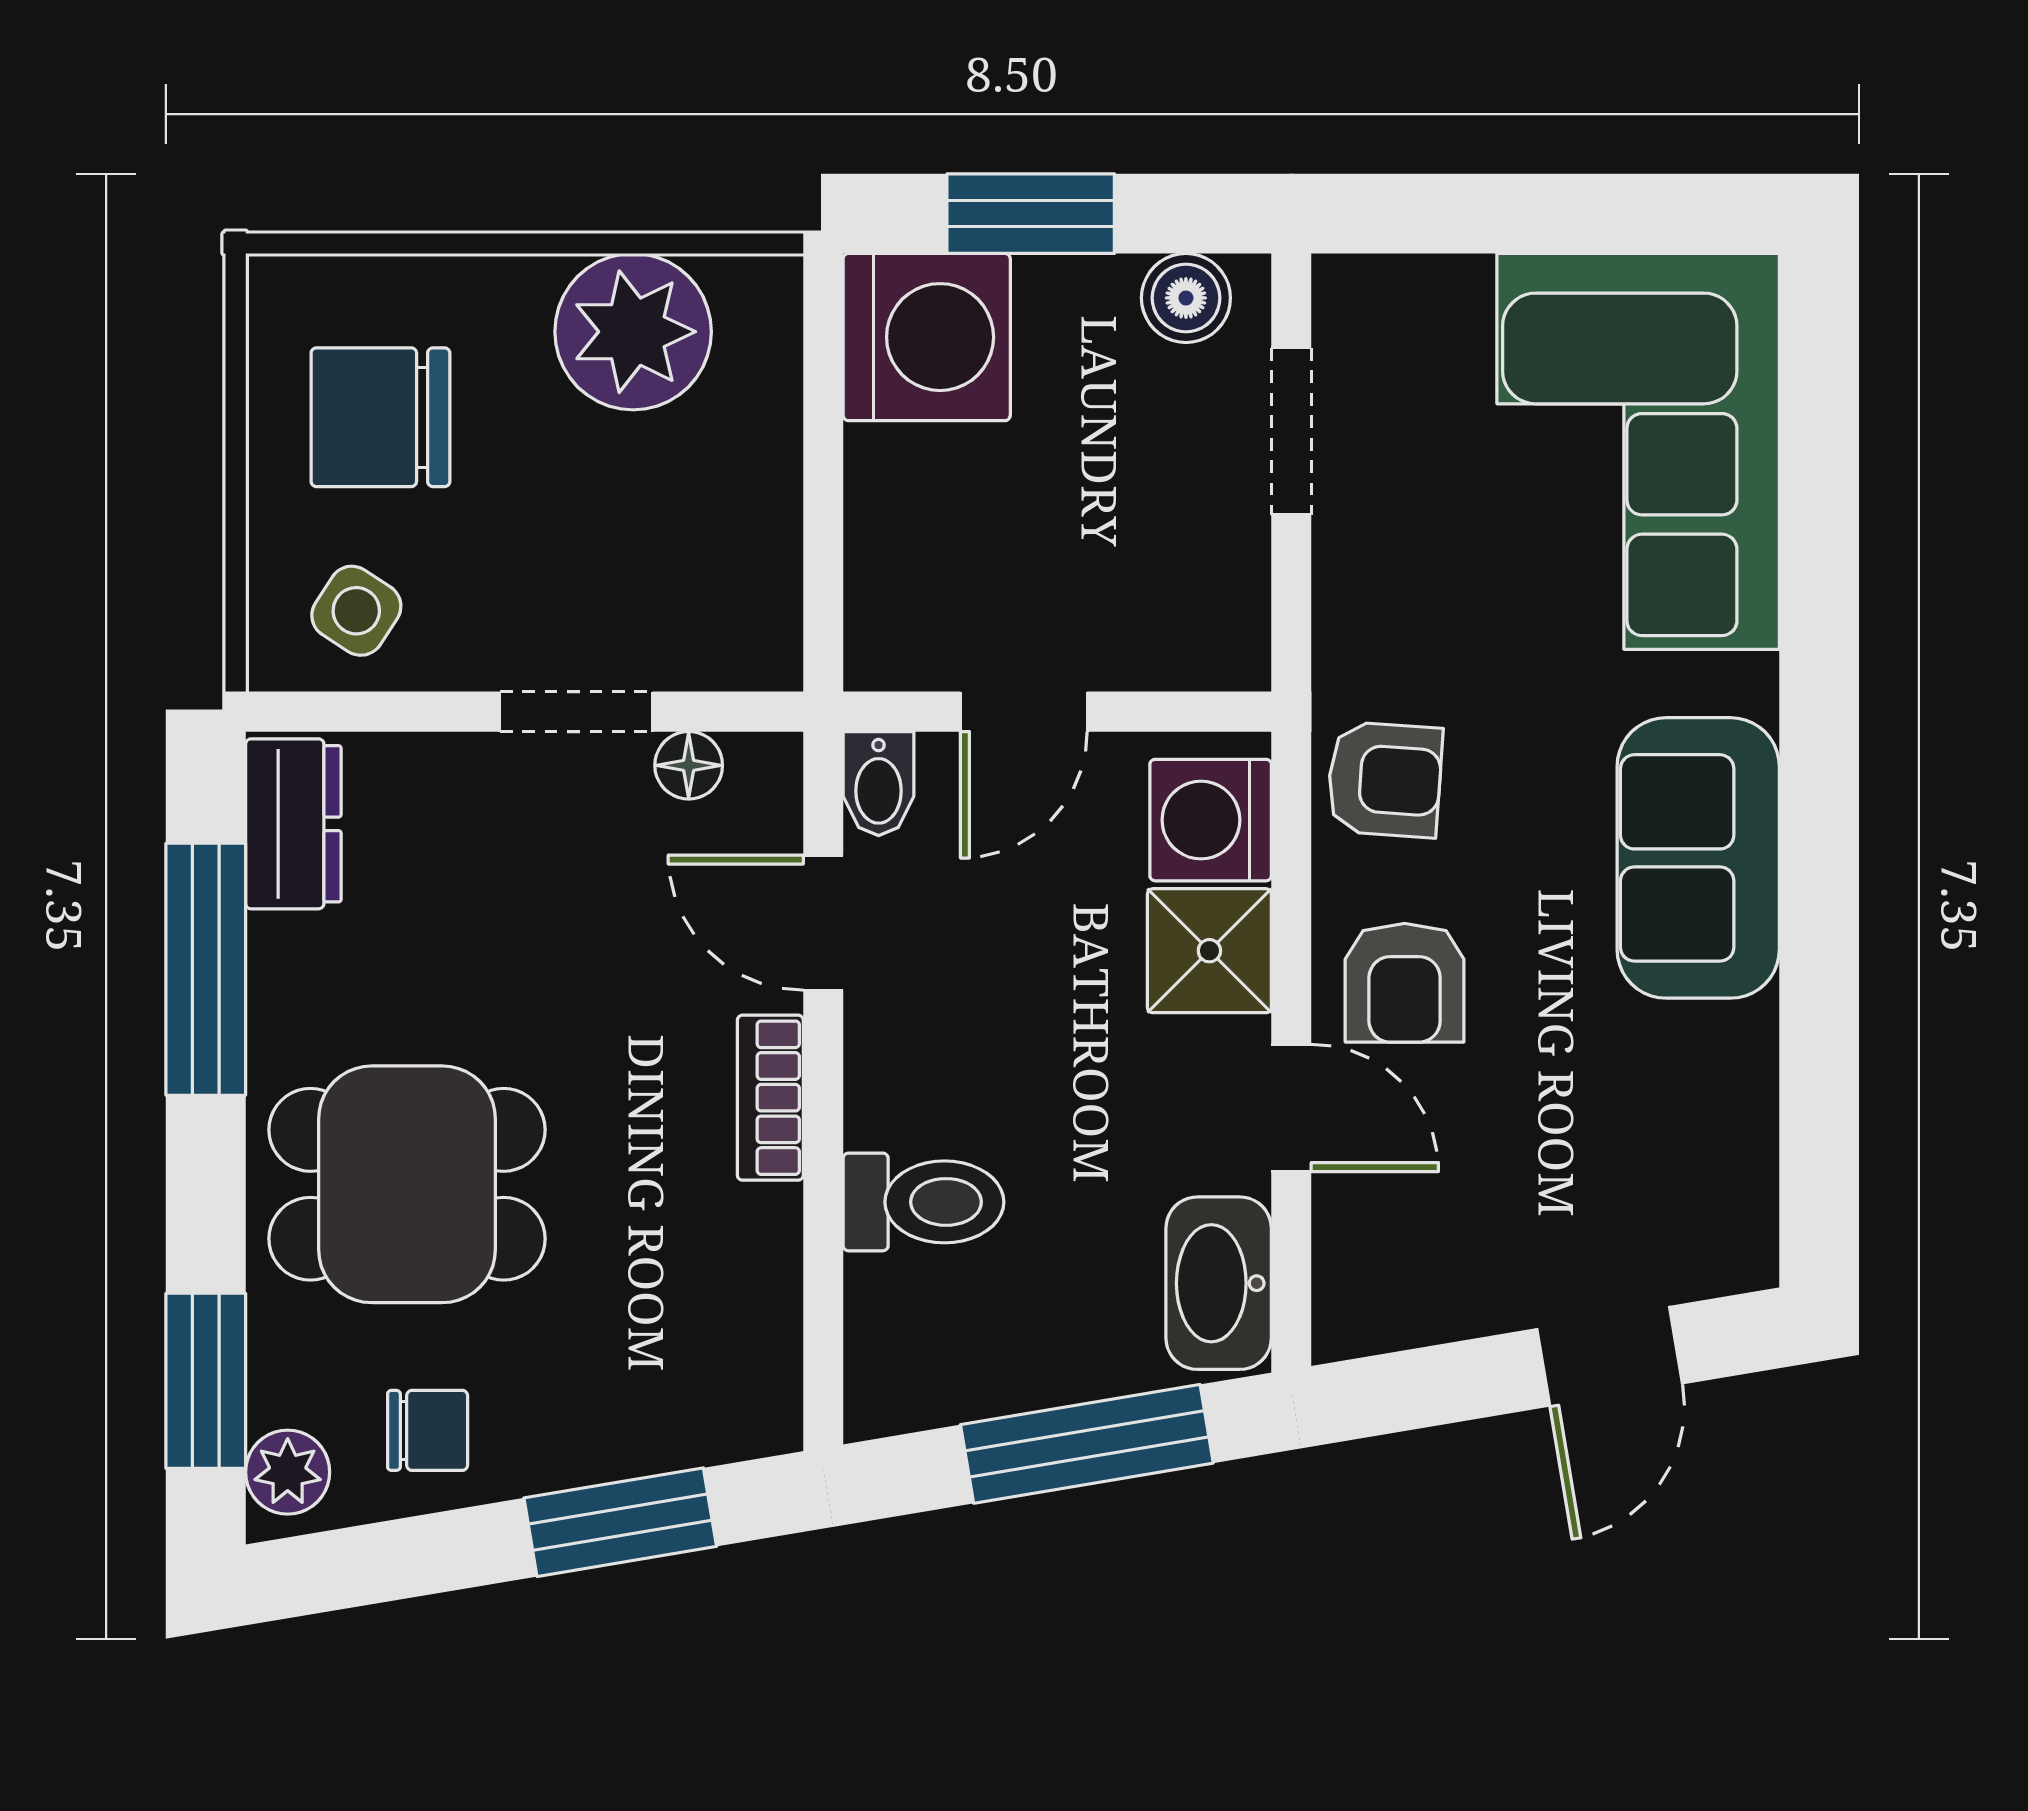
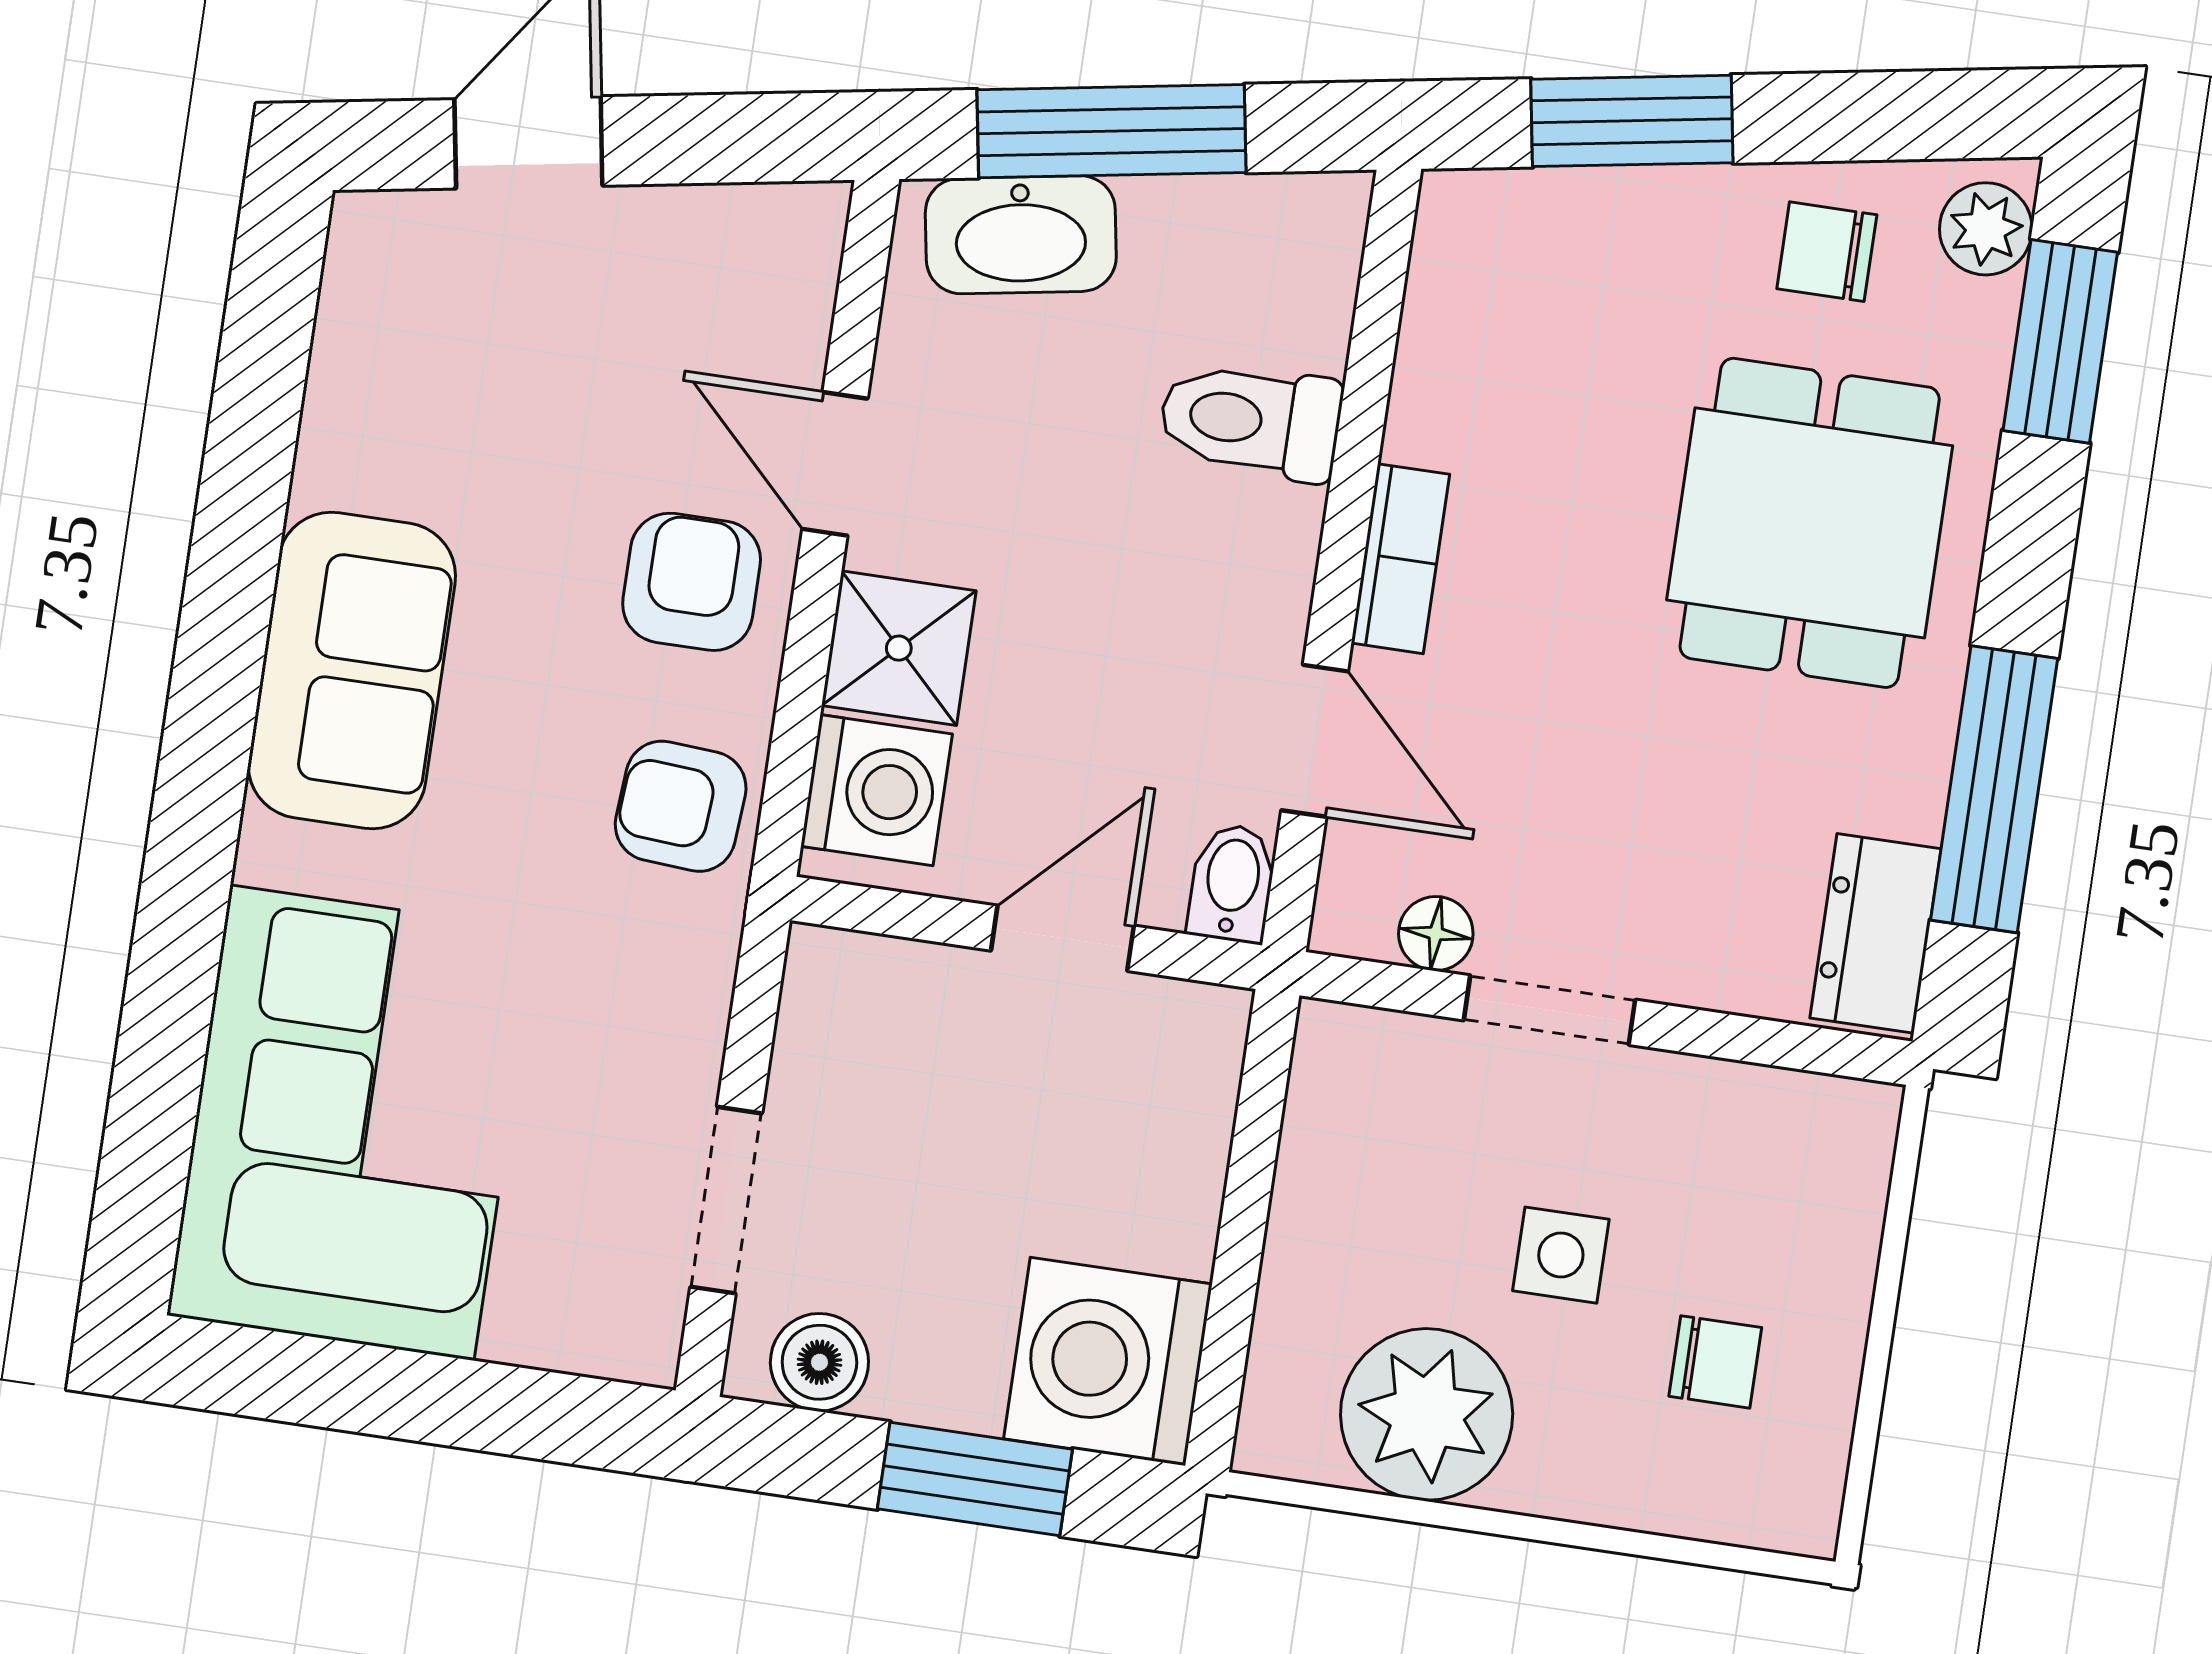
chair: (380, 417) -> (1715, 1362), width x0.54, depth x0.54
side table: (356, 611) -> (1561, 1255), moved, turned -33
dining table: (407, 1184) -> (1810, 523), turned 90
washbasin: (1219, 1283) -> (1021, 235), moved, turned 80

